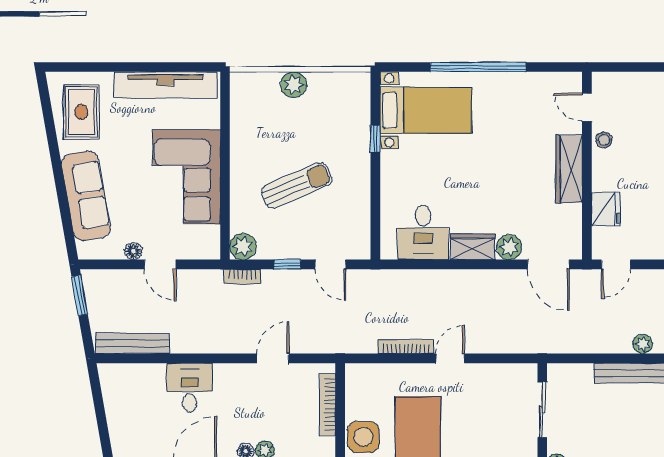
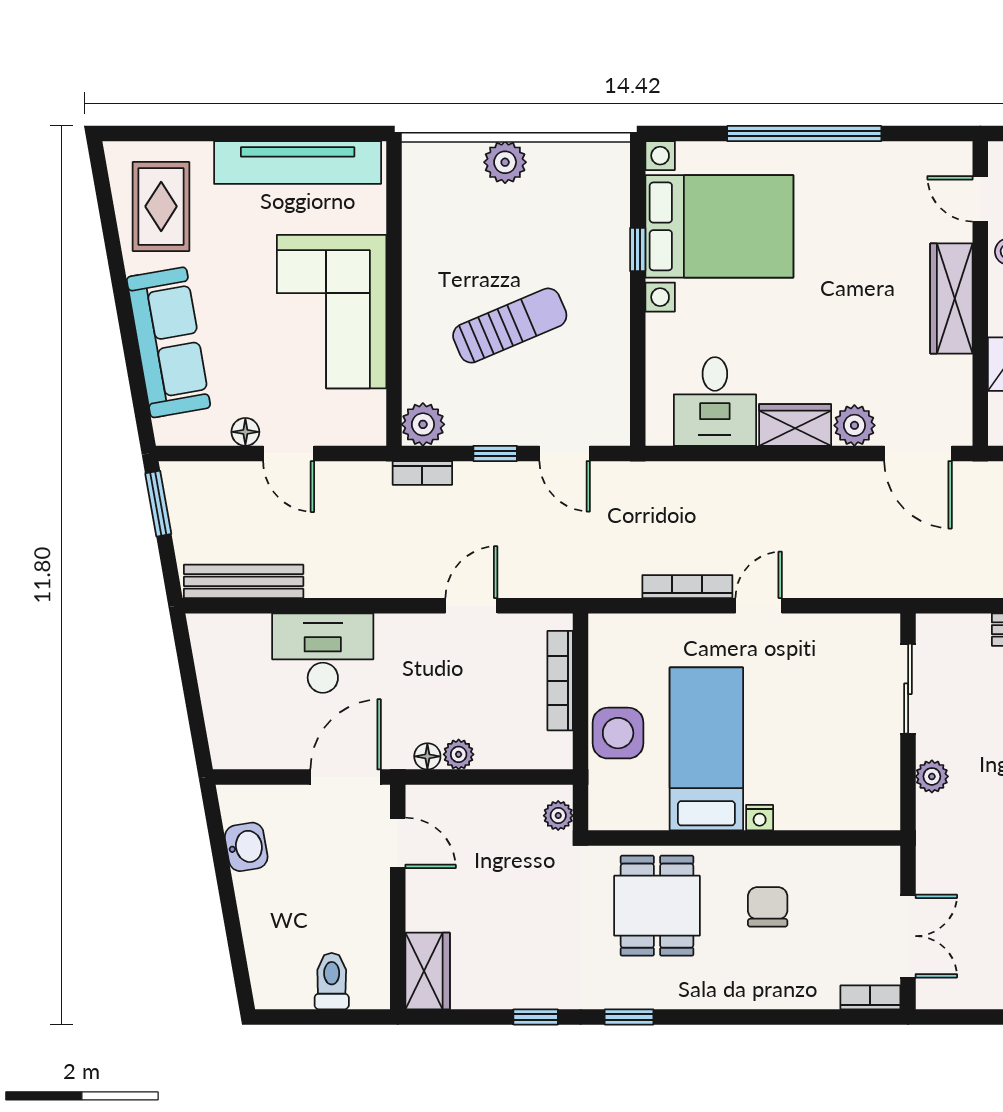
bed with nightstands: (426, 110) -> (719, 226), width x1.36
desk: (190, 388) -> (323, 653), width x1.37

